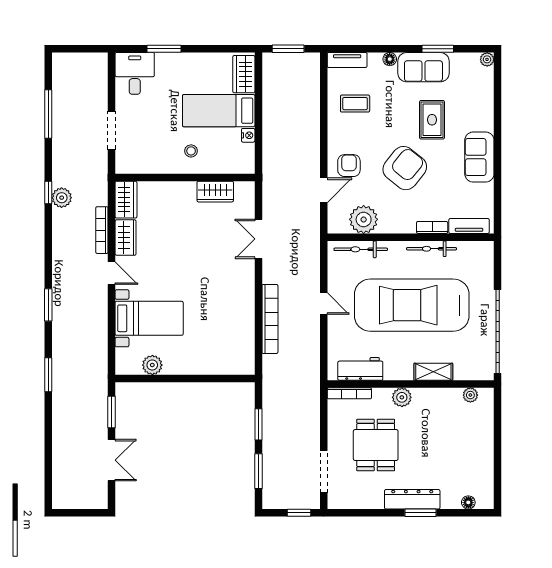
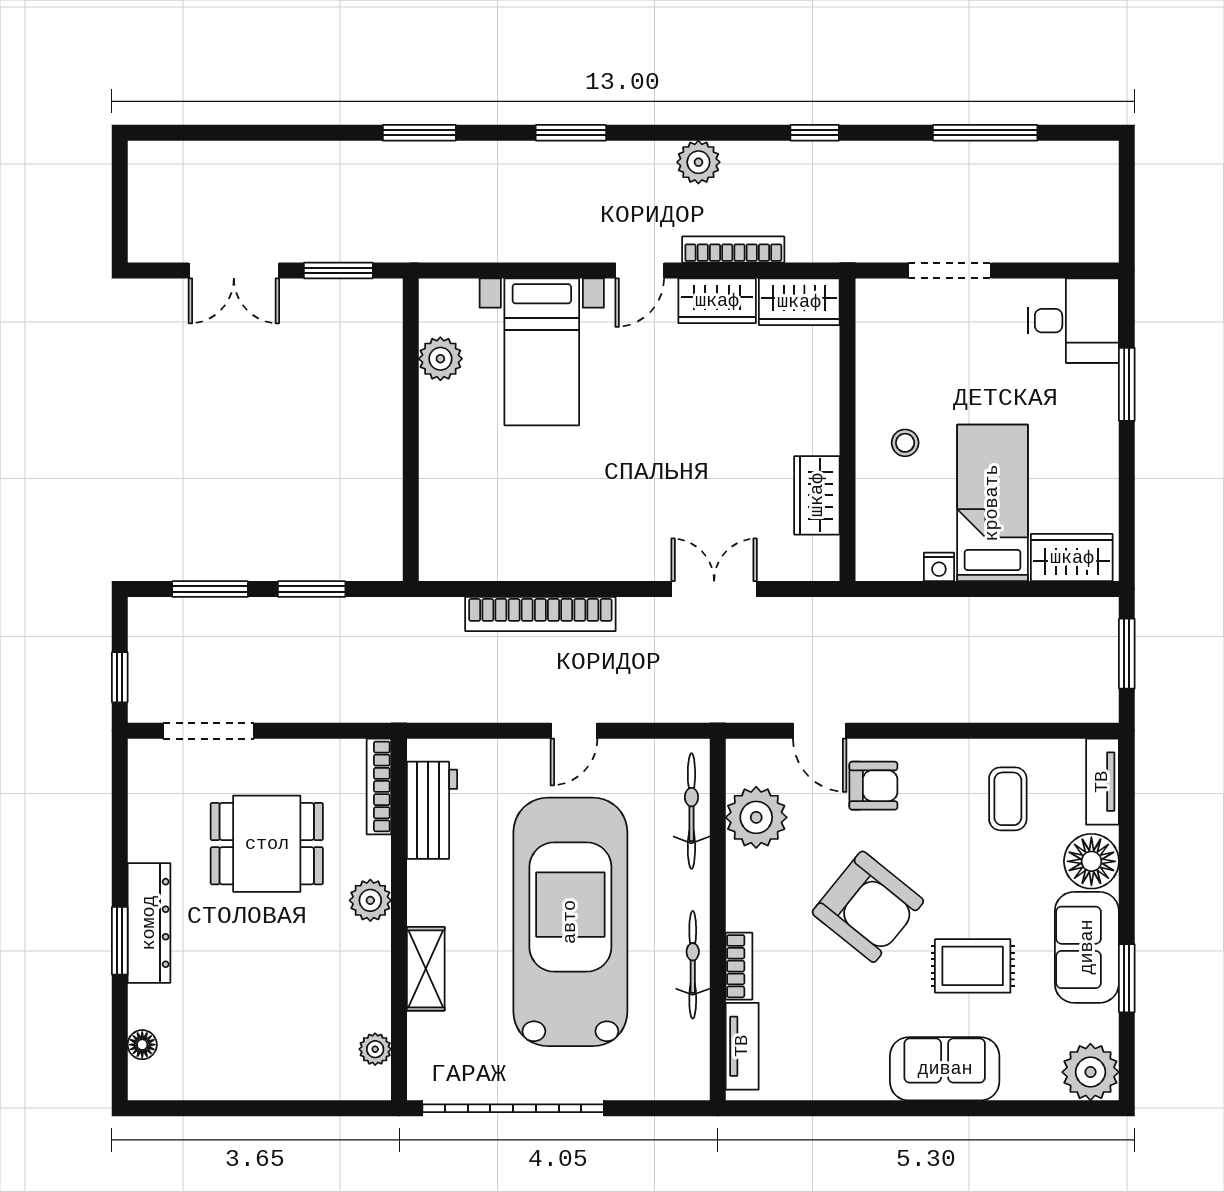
floor lamp: (390, 59) -> (1091, 861), width x1.89, depth x1.89
plant: (487, 59) -> (1090, 1072), width x1.88, depth x1.88
sofa: (479, 157) -> (945, 1069), moved
plant: (62, 198) -> (698, 162), moved

